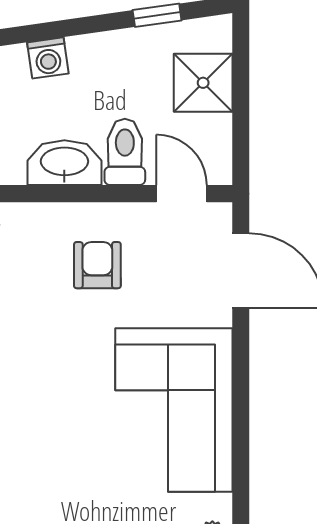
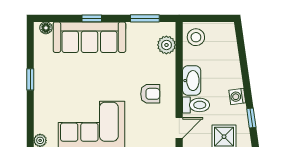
washing machine: (48, 58) -> (237, 96), moved

